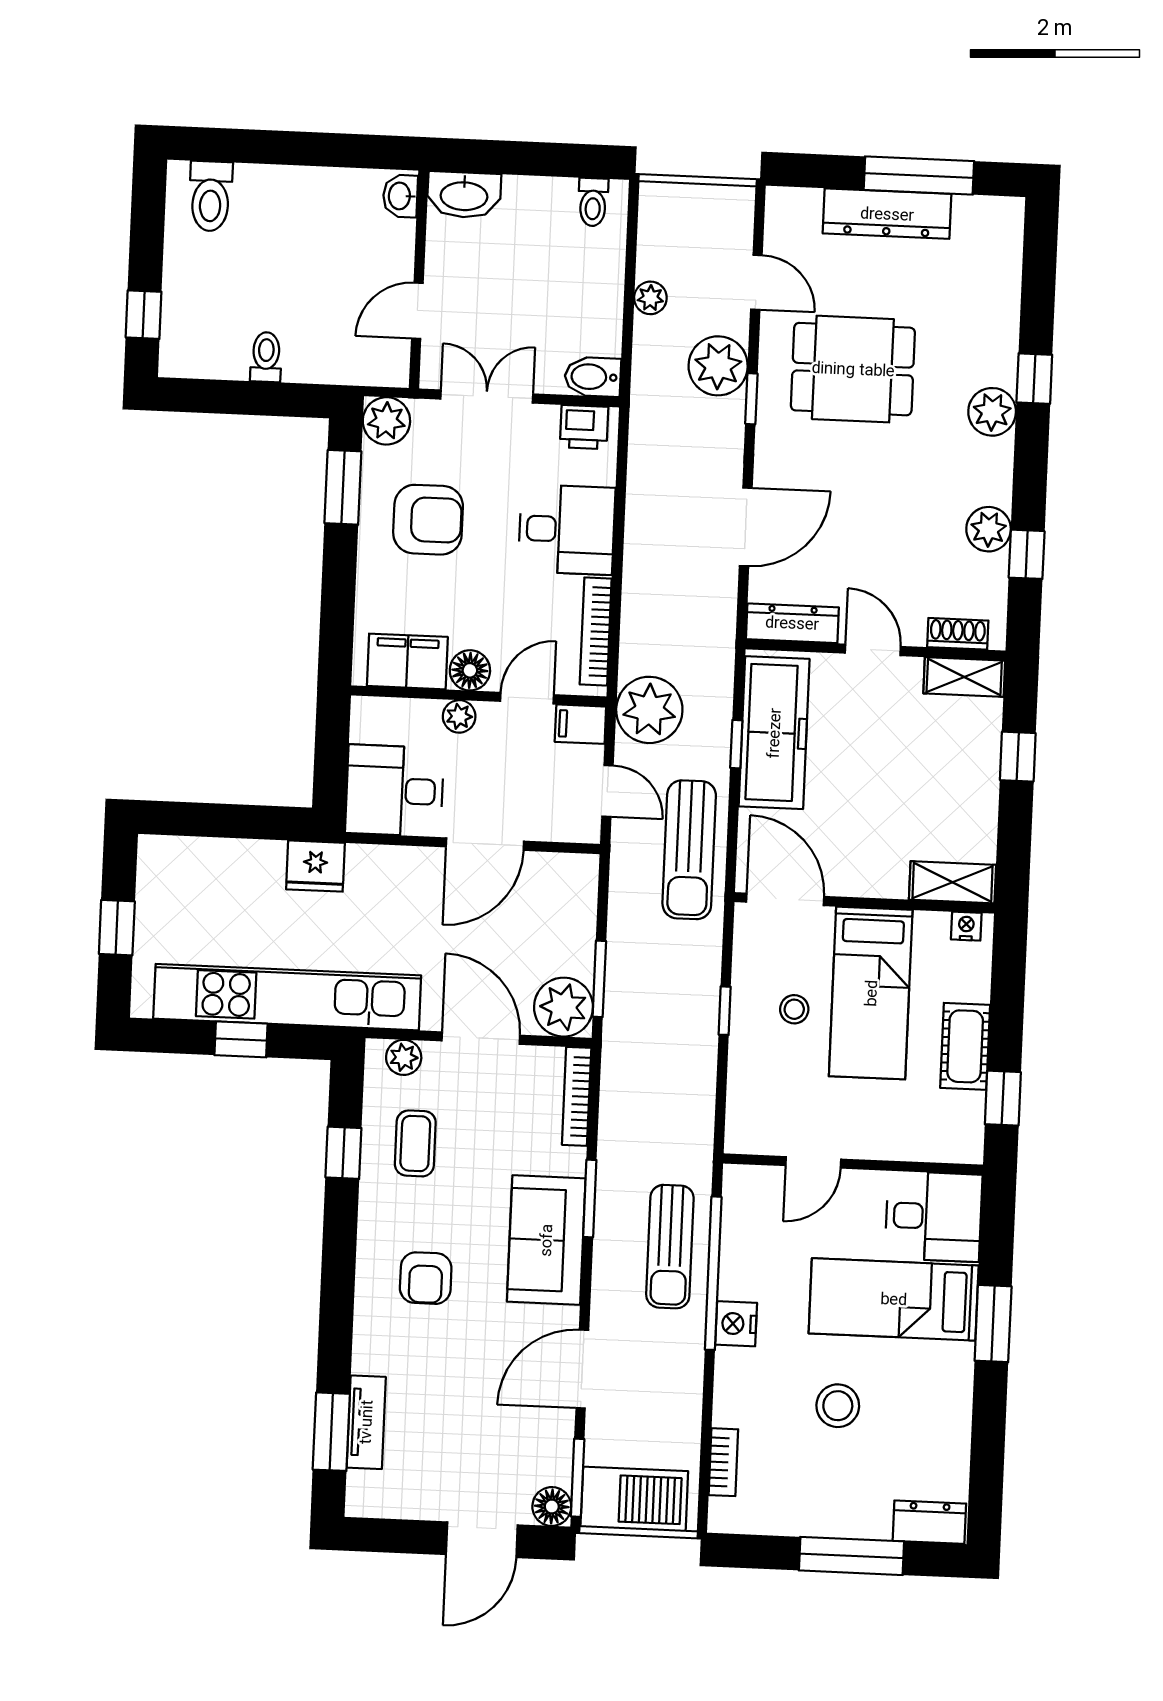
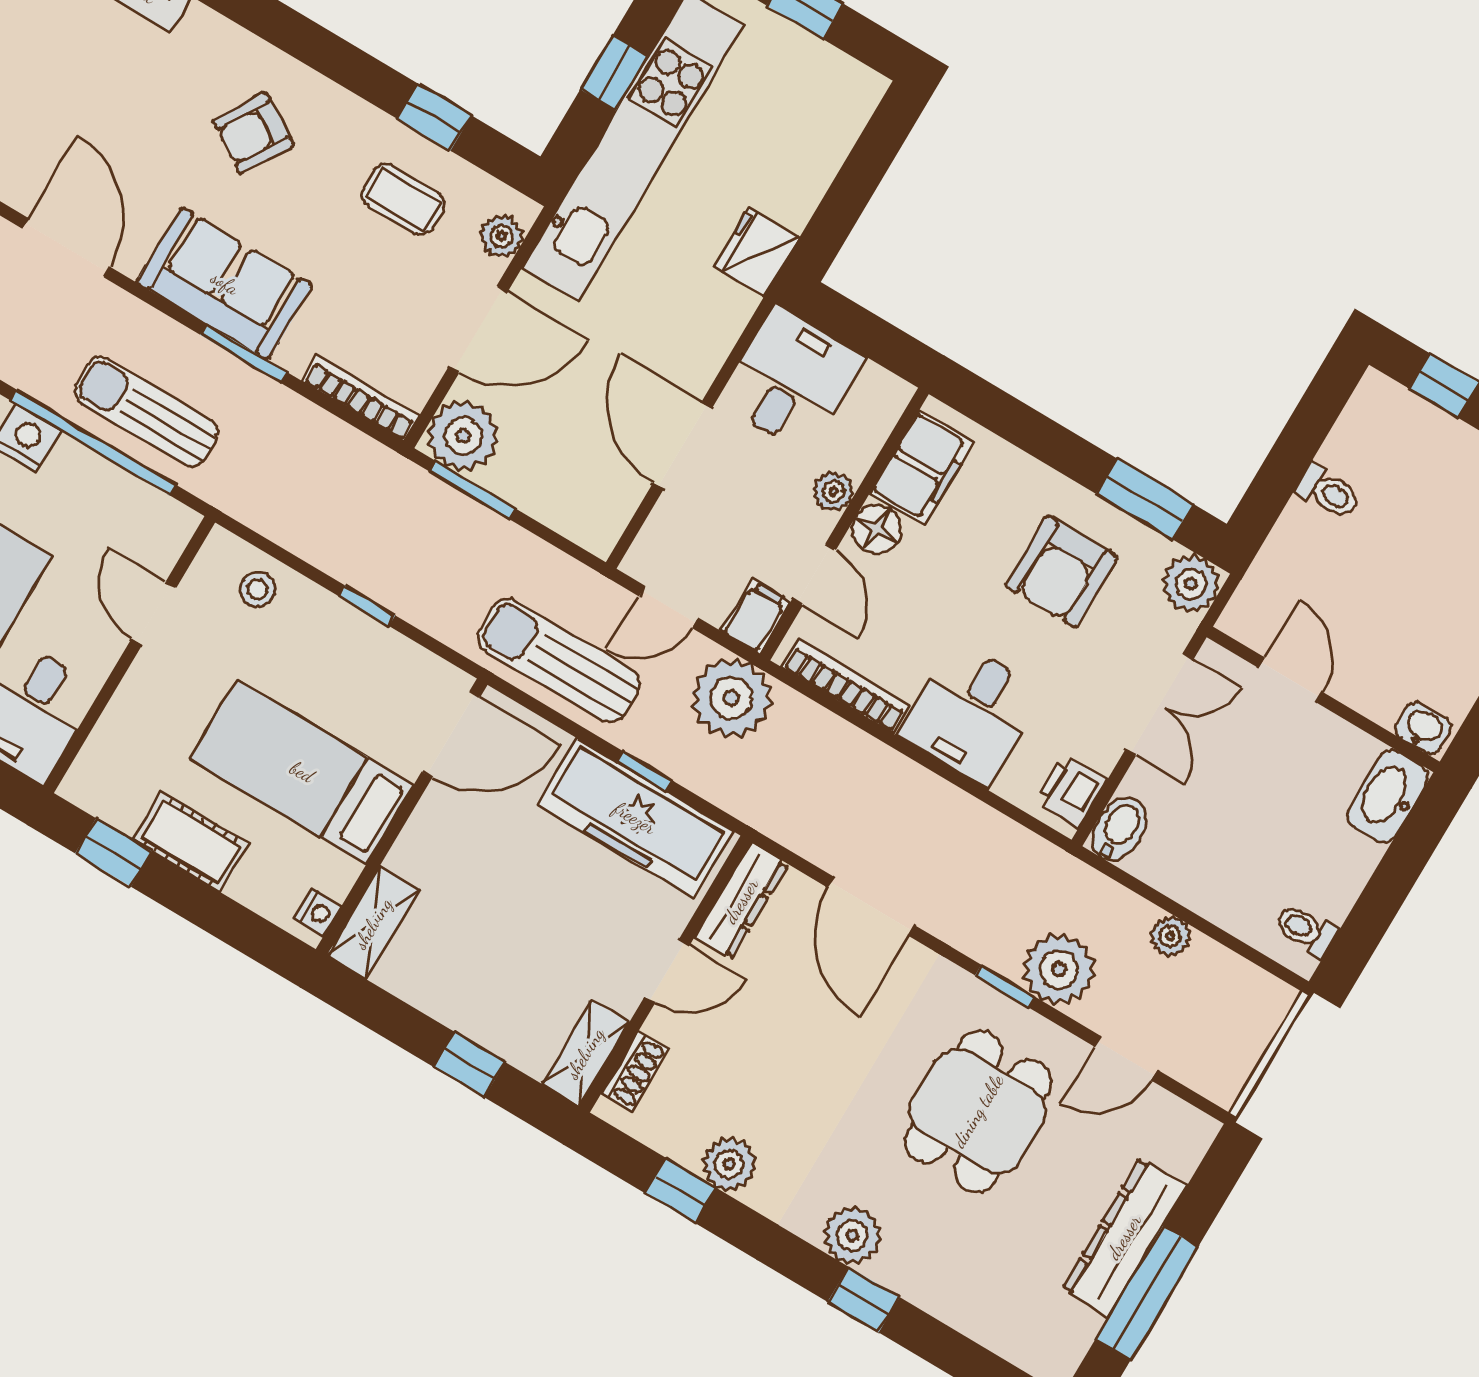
stool: (794, 1009) -> (258, 589), moved
armchair: (426, 1278) -> (253, 133), turned -59

